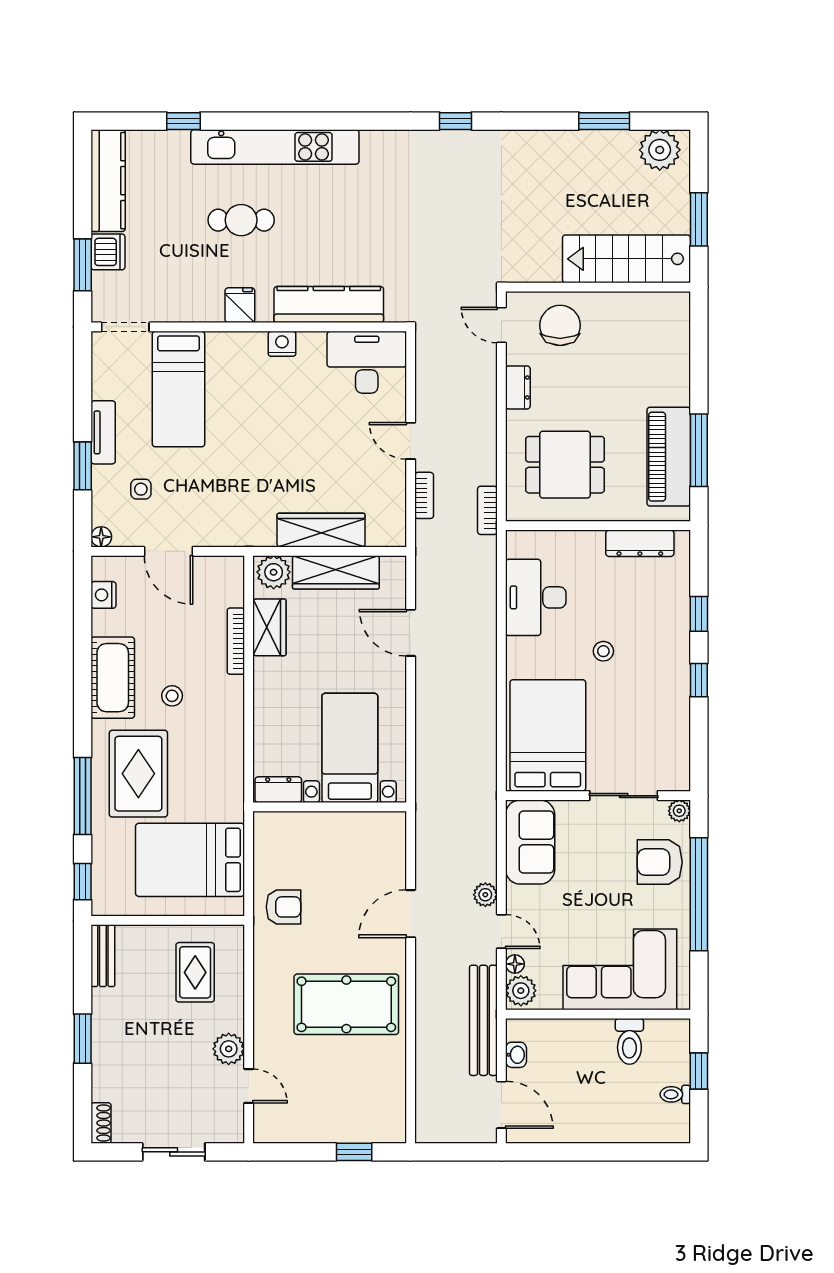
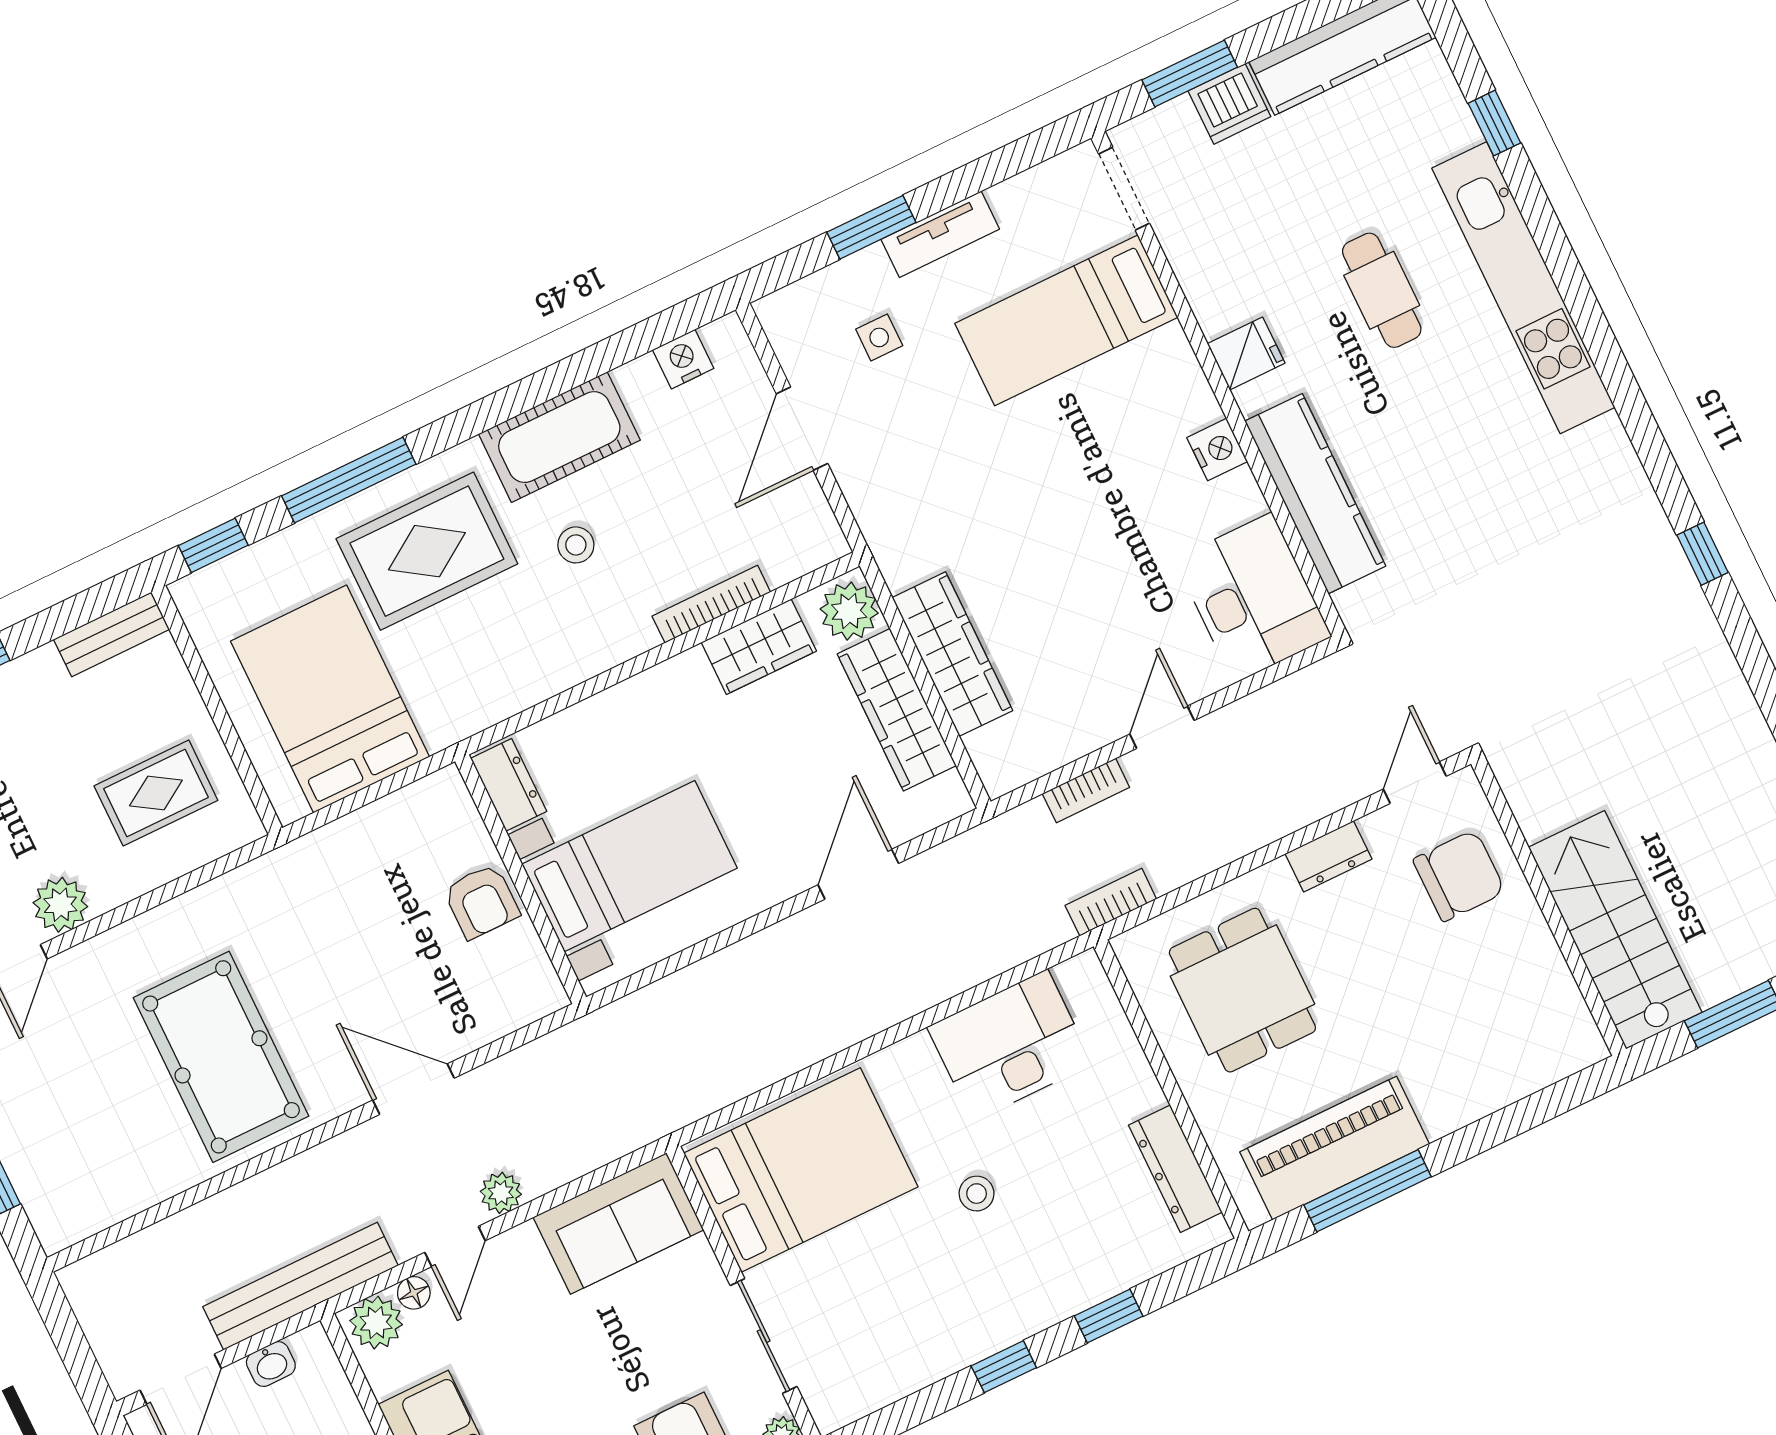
floor lamp: (101, 537) -> (773, 311), removed
armchair: (283, 907) -> (481, 901), moved

